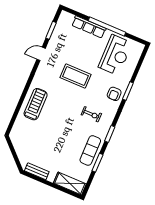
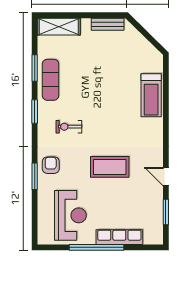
door: (41, 54) -> (166, 177), swing flipped
reception desk: (115, 55) -> (70, 215), turned 180
treadmill: (36, 104) -> (151, 95), moved

